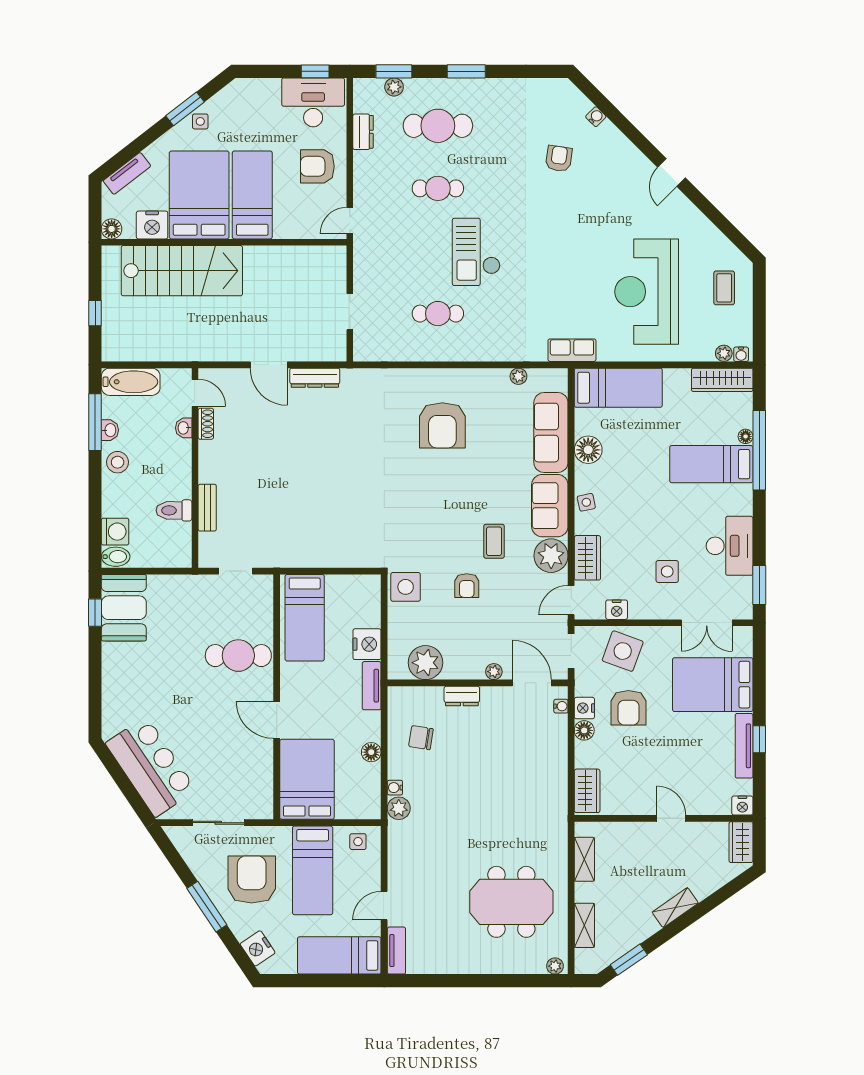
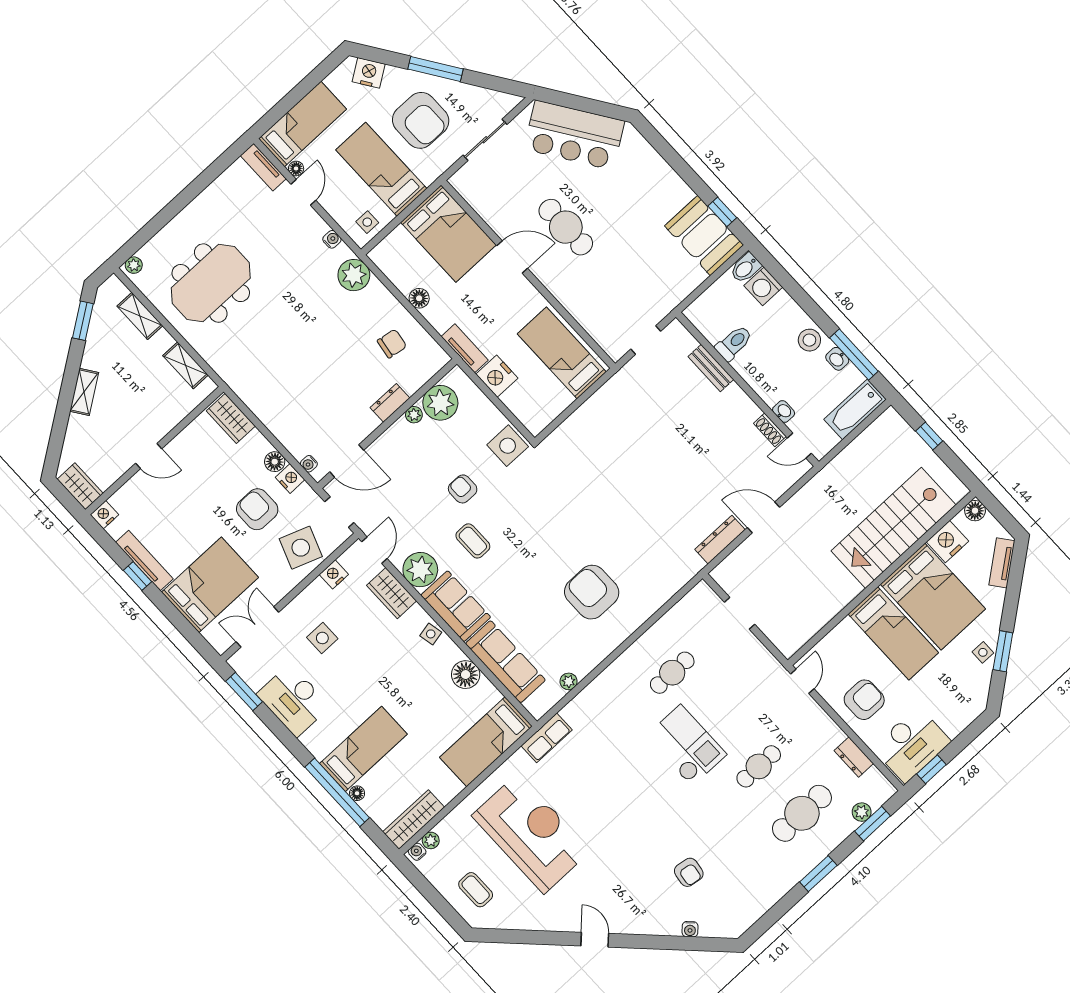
cafe table: (238, 656) -> (566, 227), moved, turned 90
plant: (494, 672) -> (414, 415), moved
water cooler: (395, 788) -> (332, 239), moved
plant: (399, 808) -> (354, 275), width x1.36, depth x1.36
floor lamp: (374, 928) -> (296, 168), added

